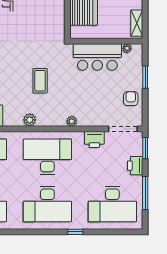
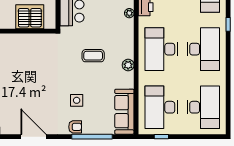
plant: (72, 121) -> (129, 13), moved

